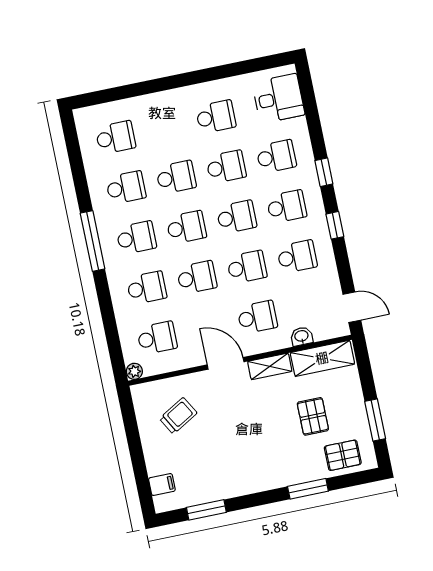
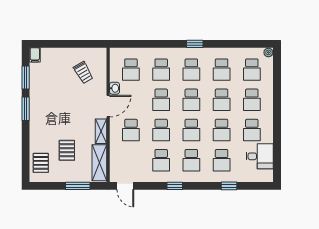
desk: (279, 99) -> (260, 156), moved, turned -90
school desk: (166, 127) -> (252, 100), added
window: (324, 172) -> (229, 186), moved
window: (93, 241) -> (195, 44), width x0.46
door: (352, 307) -> (125, 186), hinge flipped
washbasin: (302, 336) -> (115, 88), moved
plant: (134, 371) -> (268, 52), moved
pallet: (313, 416) -> (67, 150), turned 90
window: (375, 420) -> (78, 186), moved
filing cabinet: (162, 485) -> (35, 55), moved
window: (308, 489) -> (26, 109), moved

